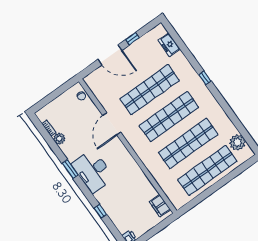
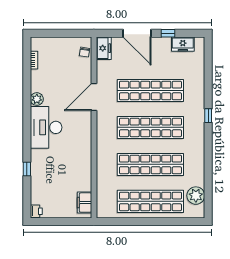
freezer: (169, 45) -> (183, 44), moved, turned -90
freezer: (93, 83) -> (104, 48), added
plant: (59, 139) -> (37, 99), moved
window: (70, 169) -> (27, 111), removed

